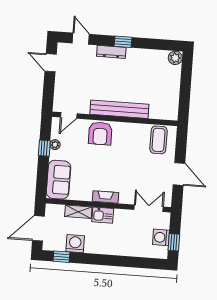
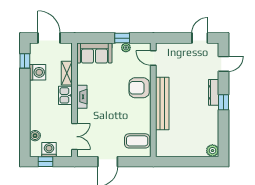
boiler: (144, 252) -> (35, 136), added

